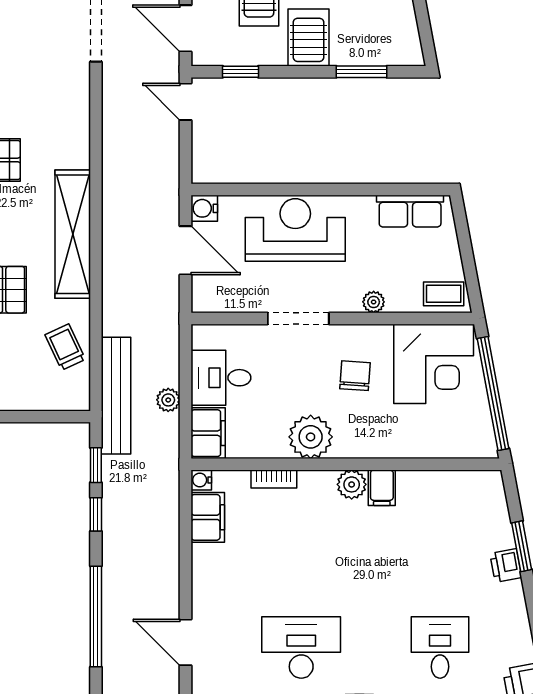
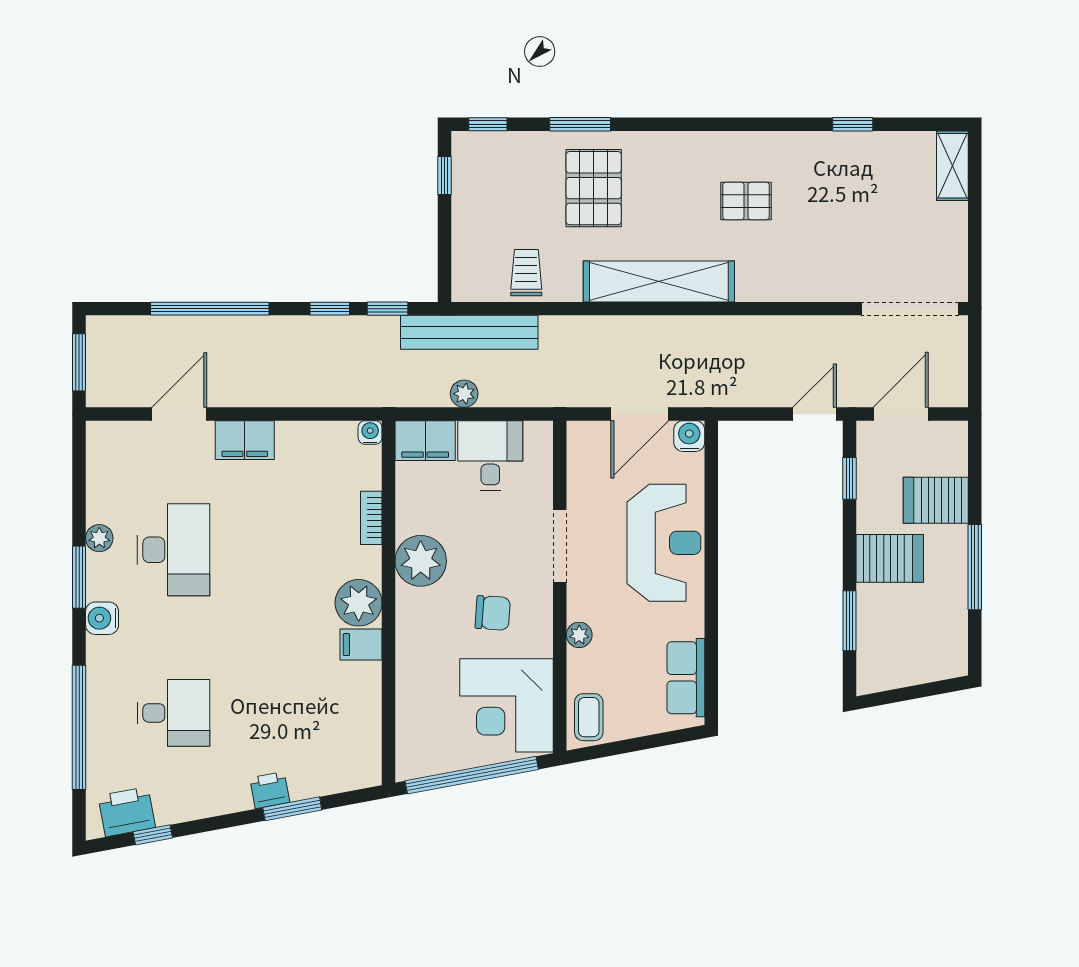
trolley: (65, 347) -> (526, 273), turned -65
plant: (352, 484) -> (359, 603), width x1.36, depth x1.36
filing cabinet: (208, 517) -> (245, 440), moved

